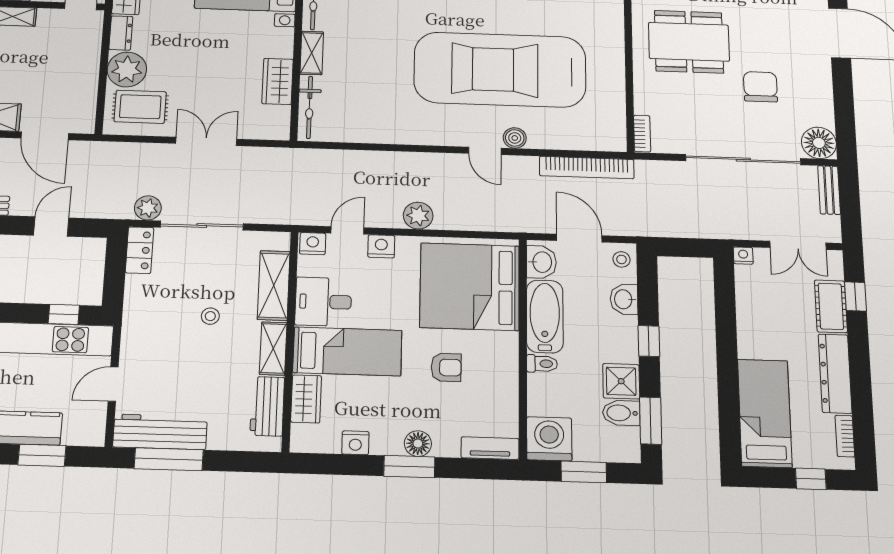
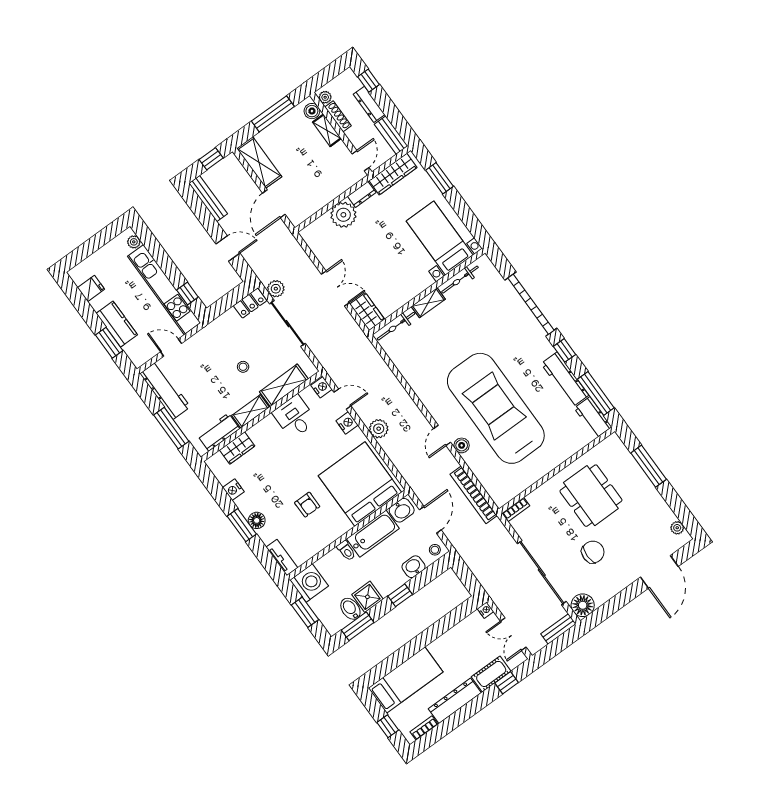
wardrobe: (277, 81) -> (367, 312), moved, turned 90
rug: (140, 107) -> (328, 239), removed
bed: (347, 351) -> (278, 449), removed
window: (169, 459) -> (171, 428), moved

